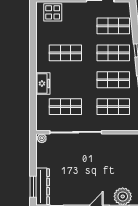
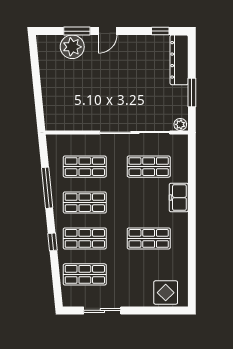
window: (33, 187) -> (192, 93), moved

